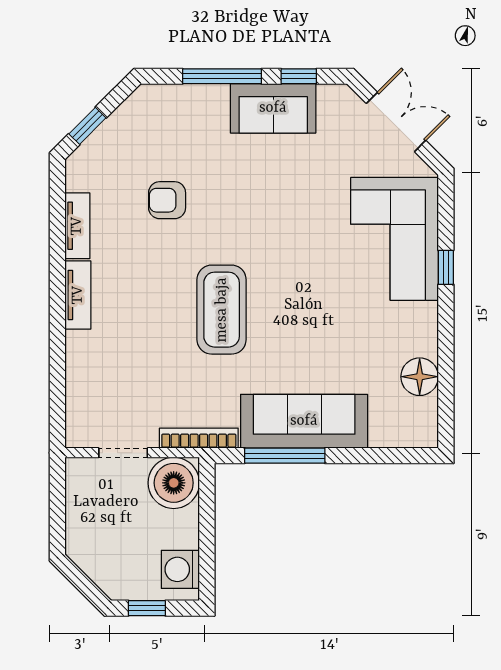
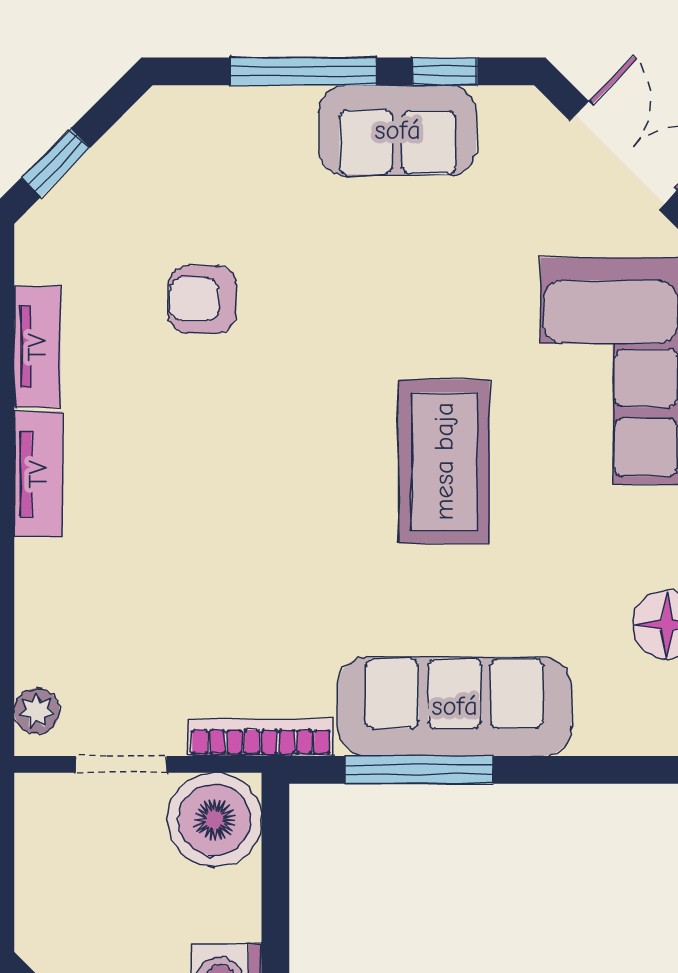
coffee table: (222, 310) -> (444, 461), moved
plant: (77, 424) -> (37, 711), added

